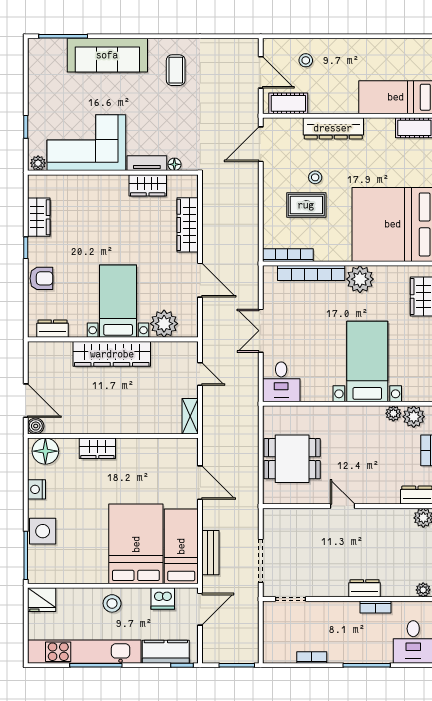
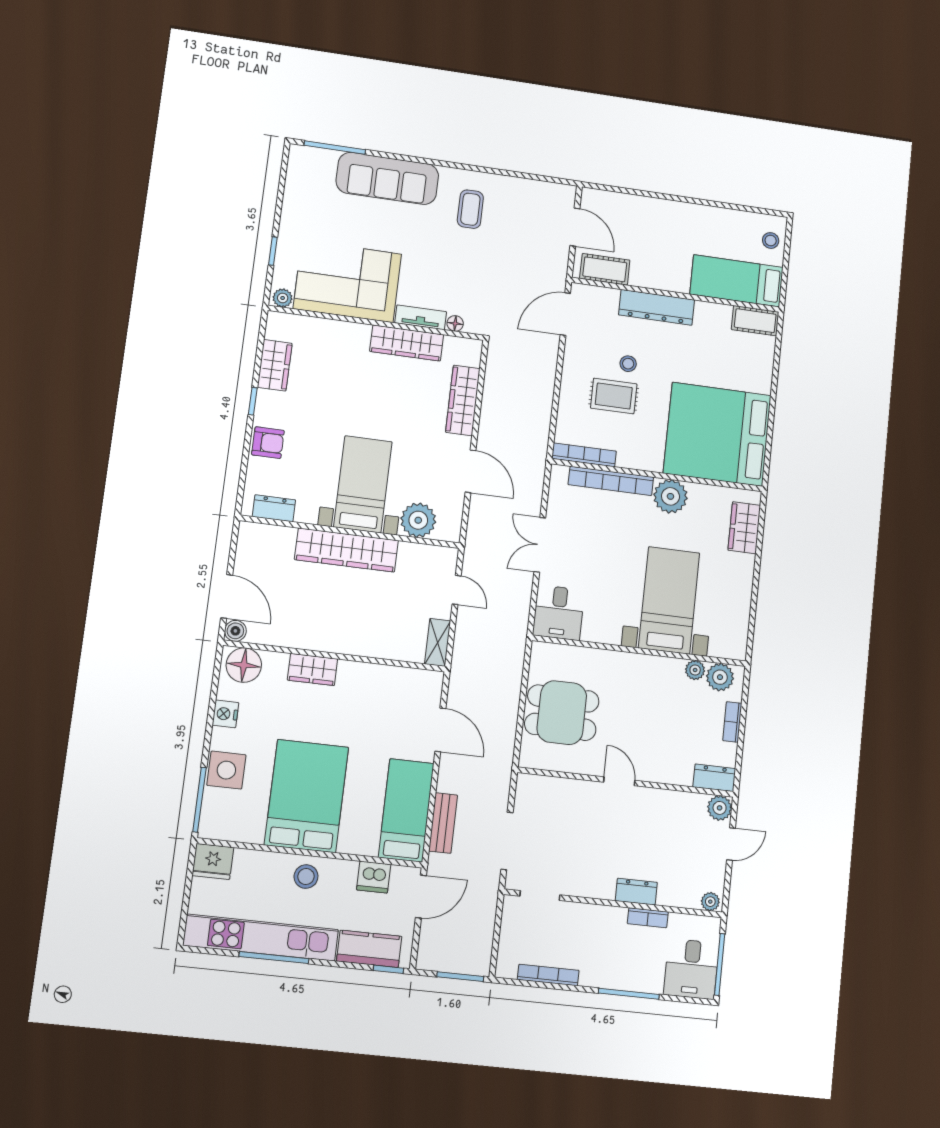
stool: (306, 60) -> (771, 241), moved
wardrobe: (148, 185) -> (407, 343), width x1.50
bed: (136, 544) -> (307, 796), moved
bookcase: (312, 657) -> (548, 975), width x1.56

